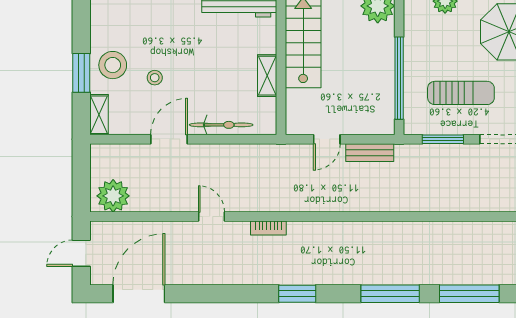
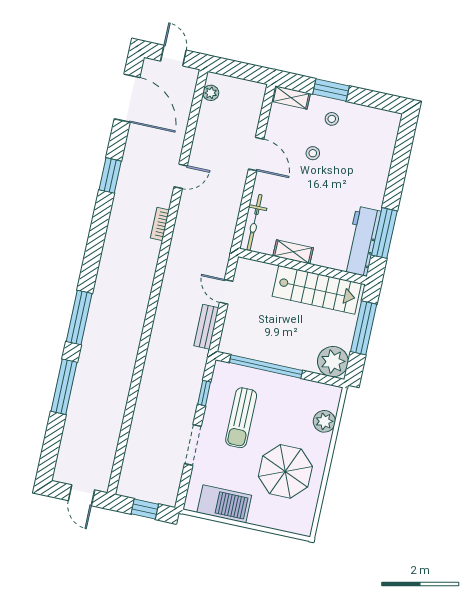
stool: (113, 65) -> (332, 119), width x0.53, depth x0.53
bicycle: (221, 125) -> (255, 222), moved
window: (443, 139) -> (204, 393), width x0.67
plant: (113, 196) -> (211, 93), width x0.53, depth x0.53
window: (297, 294) -> (110, 175), moved

